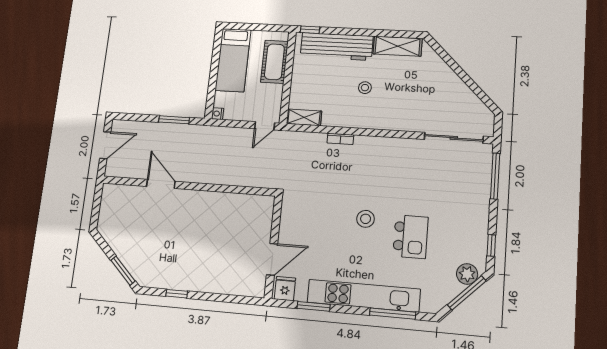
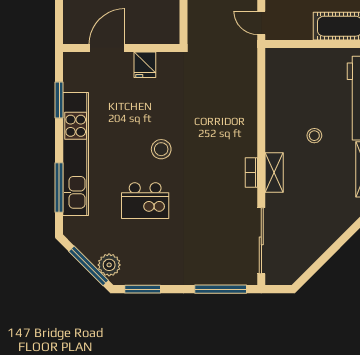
shelving: (304, 117) -> (274, 172), moved
bookcase: (340, 139) -> (251, 173), moved
window: (491, 245) -> (143, 289), width x1.50
door: (272, 259) -> (107, 48), swing flipped
fridge: (285, 289) -> (145, 65), moved, turned 90

